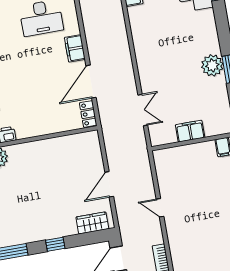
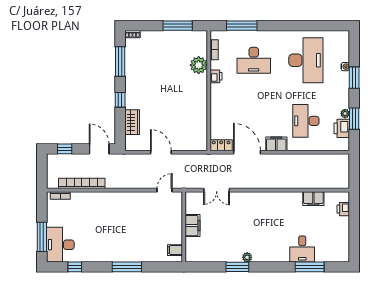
plant: (212, 65) -> (247, 257), width x0.53, depth x0.53
door: (160, 208) -> (164, 190), moved
wardrobe: (92, 223) -> (132, 122), moved

